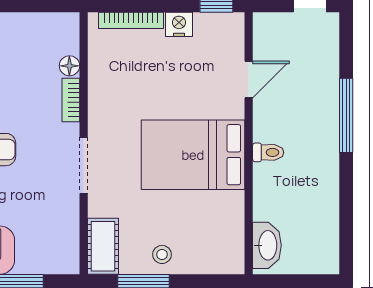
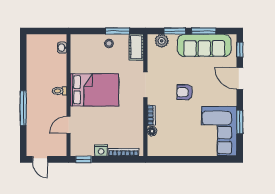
washbasin: (267, 245) -> (62, 48), width x0.52, depth x0.69
plant: (49, 260) -> (162, 41), added

